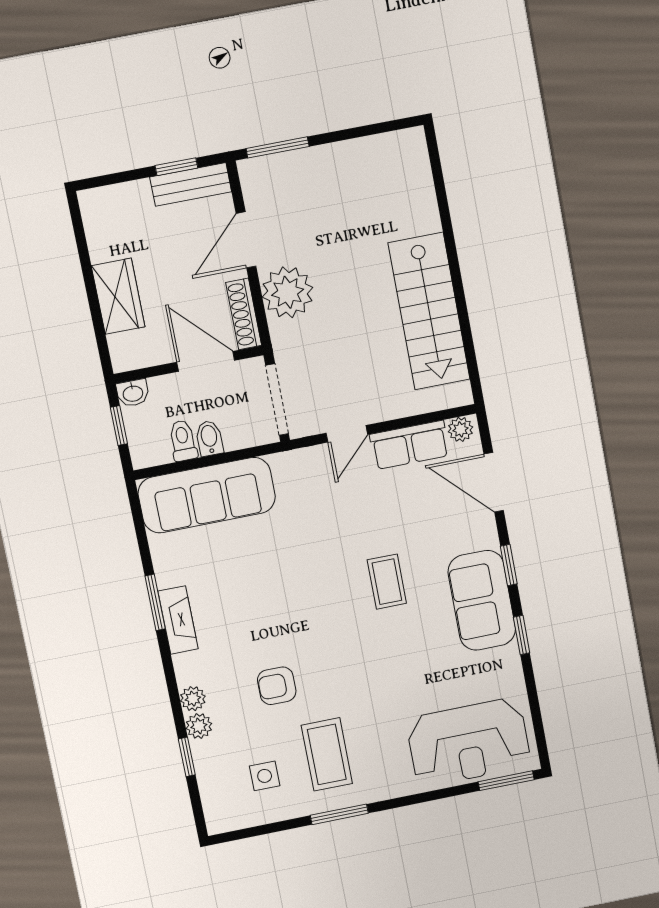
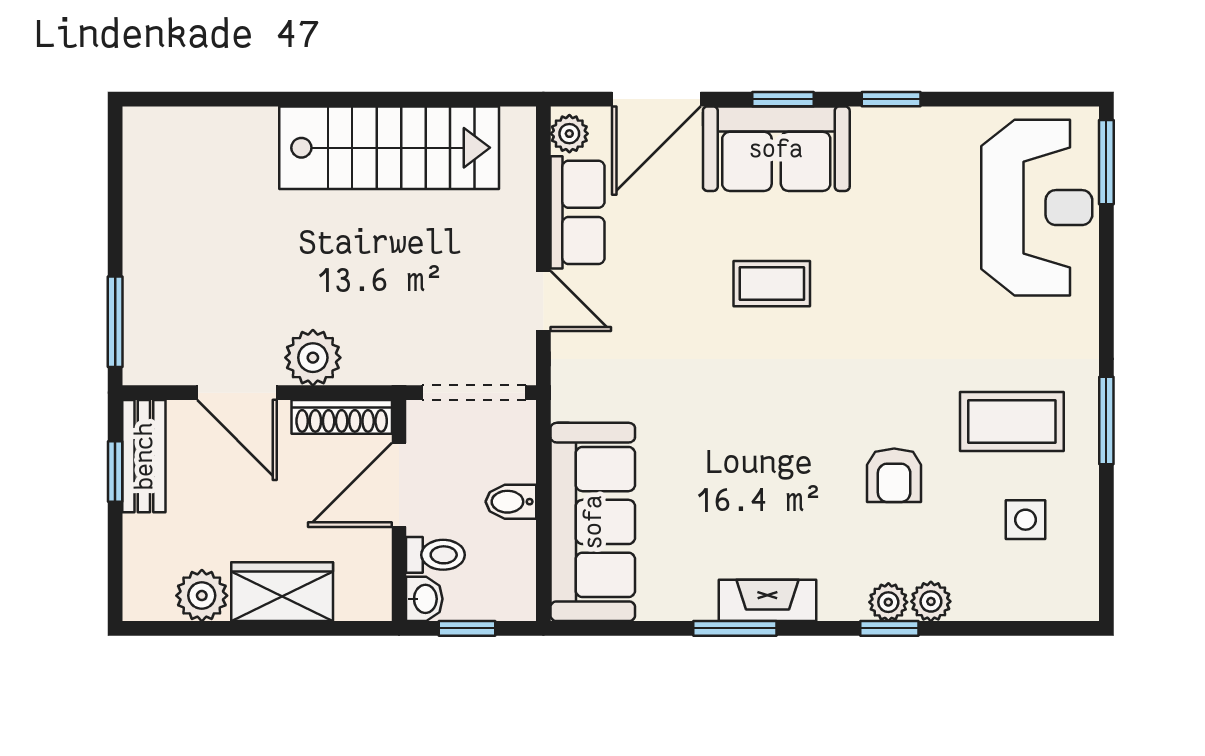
plant: (104, 242) -> (202, 596), added
plant: (288, 292) -> (313, 358), width x0.73, depth x0.73
toilet: (183, 441) -> (435, 555), moved, turned 180
sofa: (482, 600) -> (776, 149), moved
window: (187, 757) -> (889, 628), moved

